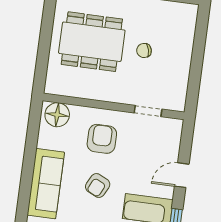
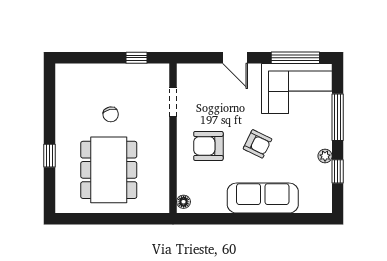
window: (194, 82) -> (137, 58), added
floor lamp: (57, 115) -> (184, 202), width x0.53, depth x0.53

